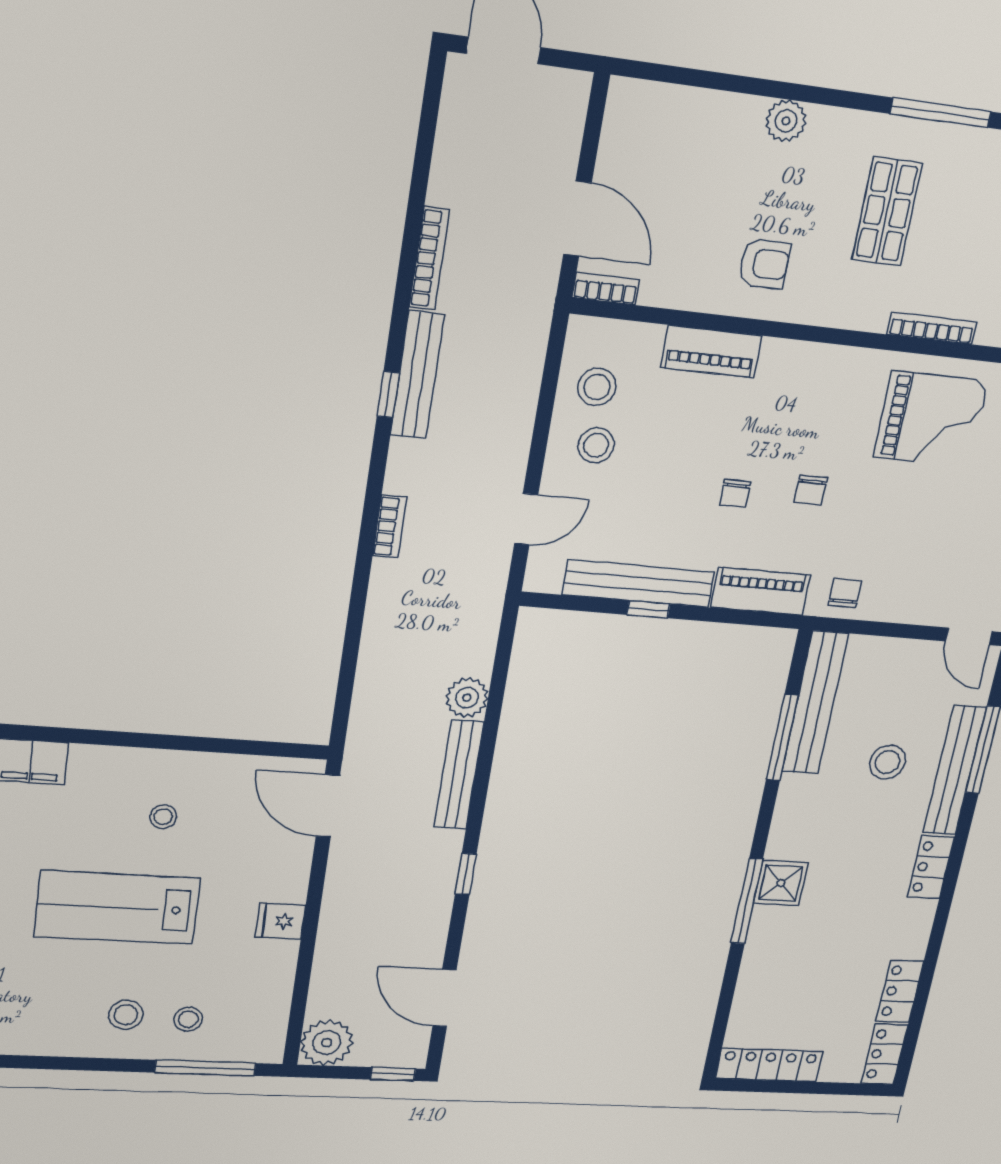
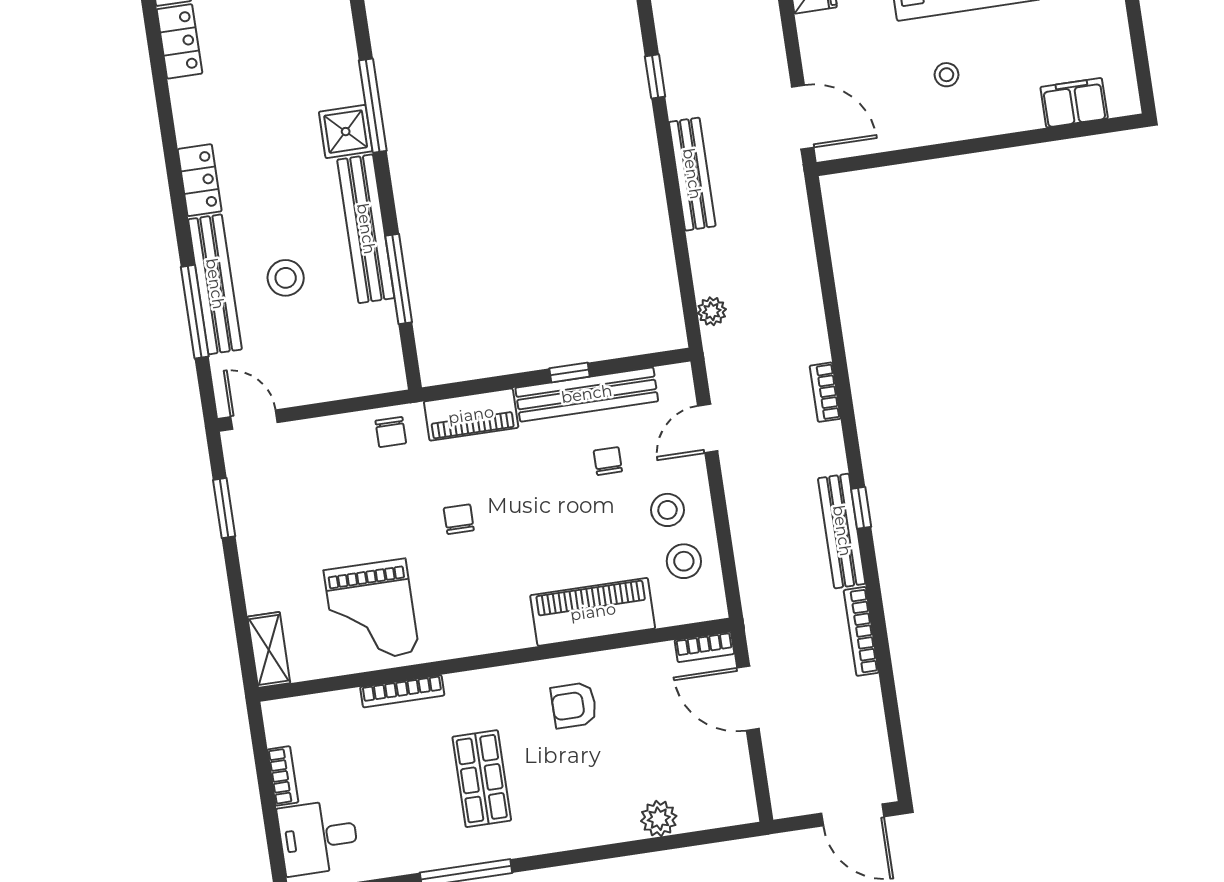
plant: (786, 121) -> (659, 819), moved
piano: (711, 352) -> (593, 612), width x1.37, depth x1.33
grand piano: (931, 419) -> (371, 611), turned -90
chair: (735, 493) -> (608, 461), moved
plant: (467, 698) -> (712, 311), moved, width x0.73, depth x0.73
bench: (815, 703) -> (366, 229), moved

